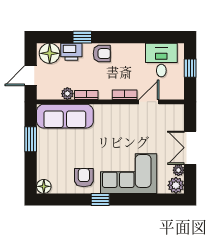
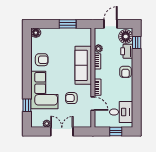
window: (82, 37) -> (137, 42), moved
door: (31, 76) -> (111, 24), hinge flipped
sofa: (65, 116) -> (83, 65), moved
armchair: (141, 134) -> (71, 98), added
plant: (176, 185) -> (37, 122), removed
window: (100, 199) -> (27, 105), moved

